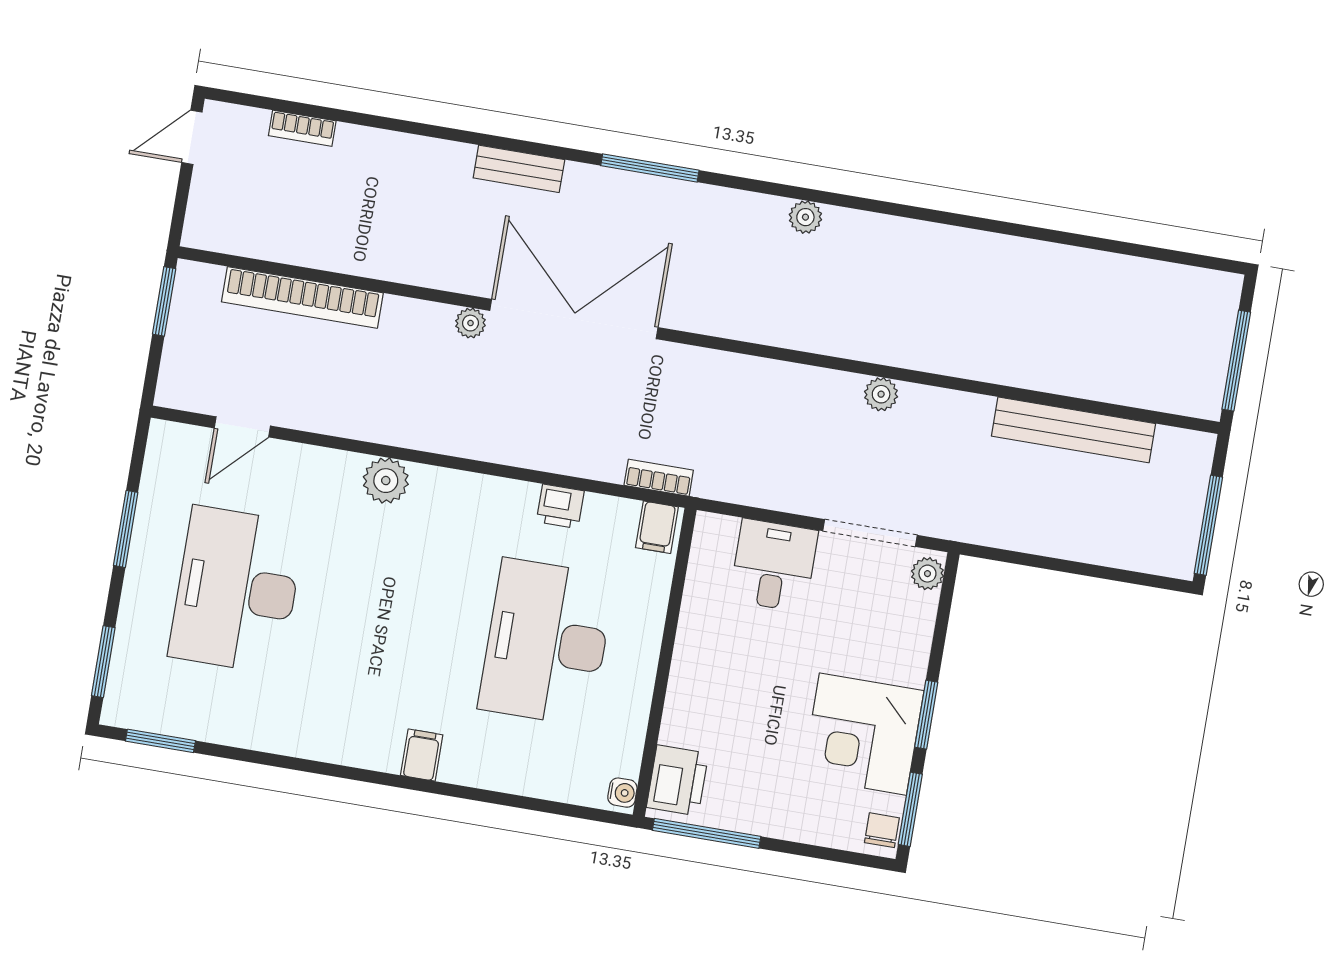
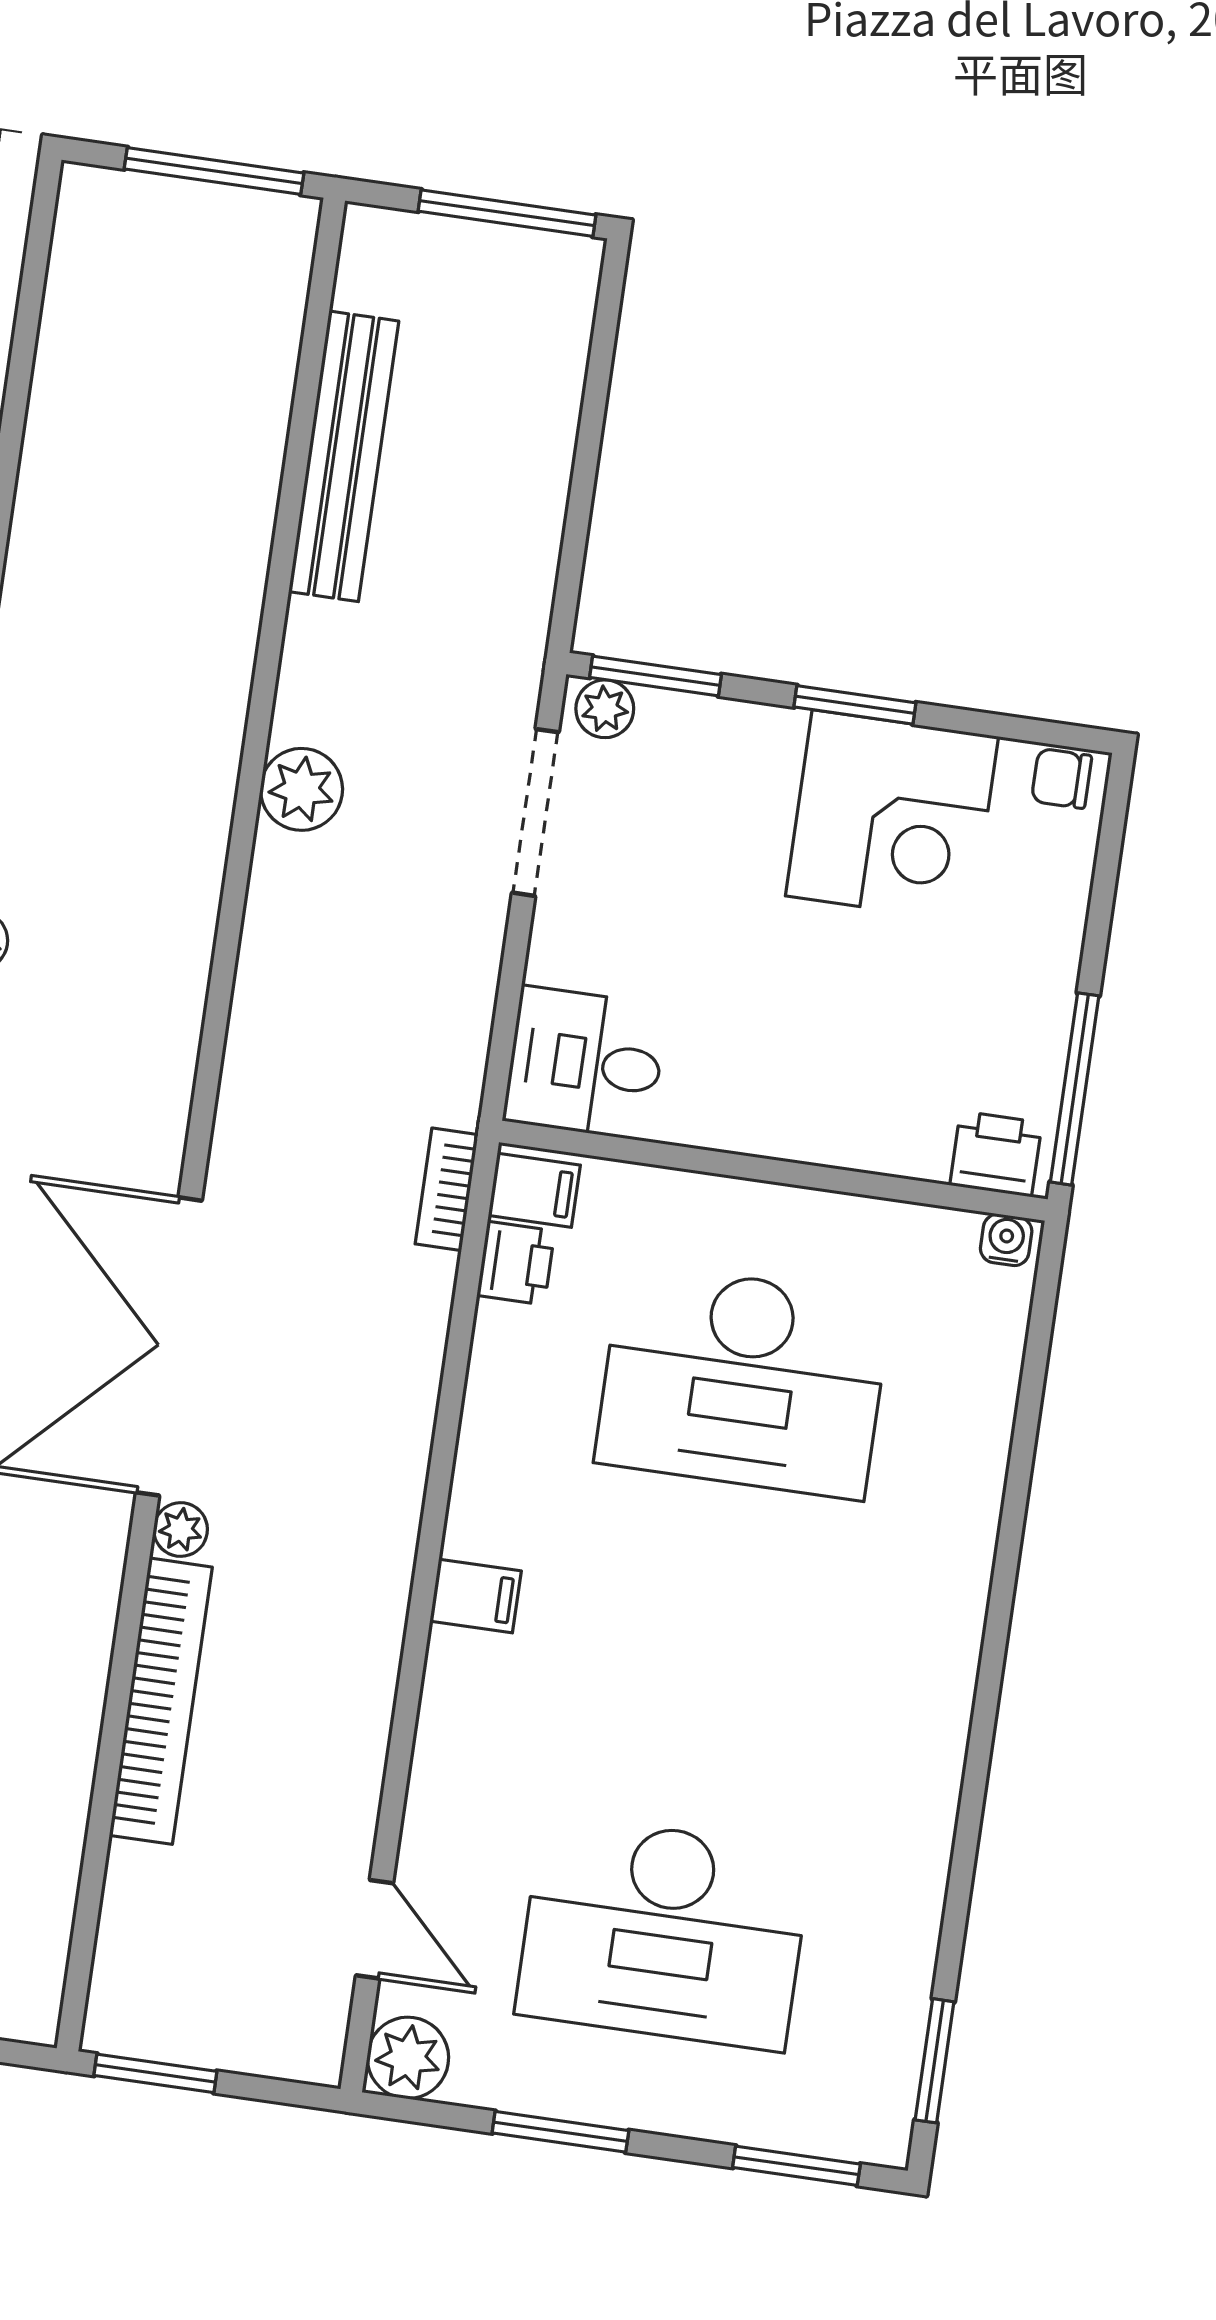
bookcase: (302, 297) -> (161, 1701), moved
plant: (881, 394) -> (302, 789), width x1.38, depth x1.38
plant: (386, 481) -> (408, 2058), moved
printer: (560, 506) -> (516, 1263), moved
desk: (774, 565) -> (585, 1063), moved
filing cabinet: (422, 755) -> (476, 1596), moved, turned 180
printer: (677, 780) -> (996, 1154), width x0.73, depth x0.81
window: (910, 809) -> (656, 676), moved

